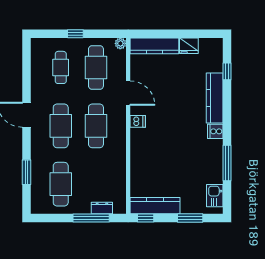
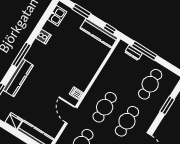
cooker: (215, 131) -> (43, 36), moved
window: (227, 163) -> (22, 55), moved

